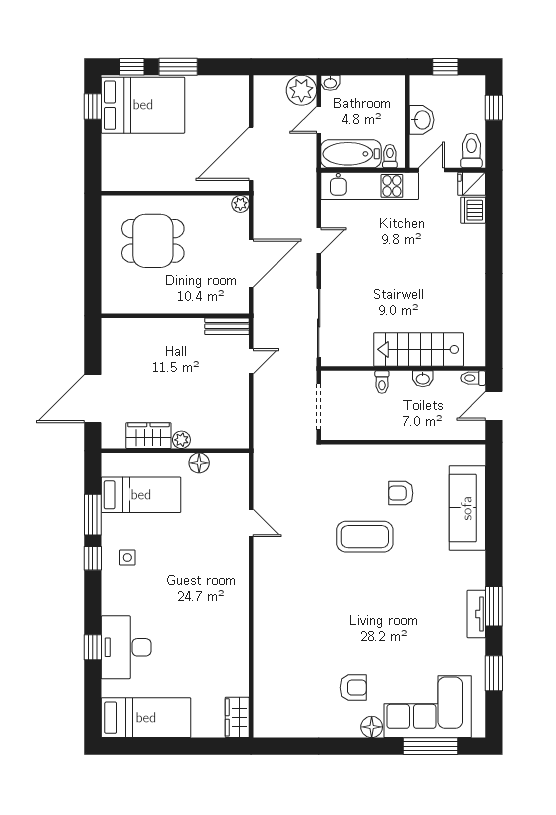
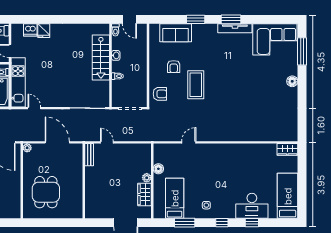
fridge: (472, 184) -> (44, 31), moved
door: (319, 240) -> (34, 108), moved
sofa: (467, 508) -> (176, 33), width x0.73
window: (93, 558) -> (222, 223), moved
tv unit: (476, 614) -> (235, 28), width x1.41
window: (494, 673) -> (196, 19), moved
armchair: (353, 688) -> (160, 94), moved, turned 90
corner sofa: (428, 707) -> (275, 39), moved, turned -90

